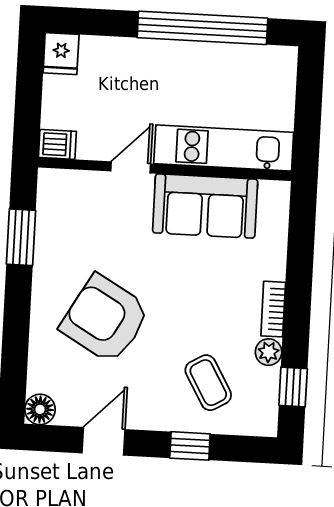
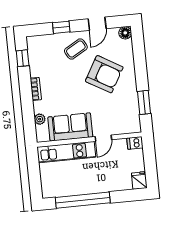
plant: (269, 352) -> (40, 119), moved
coffee table: (208, 383) -> (76, 49), moved, turned 90

